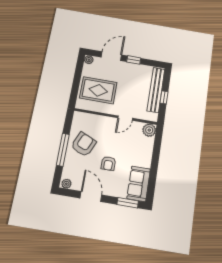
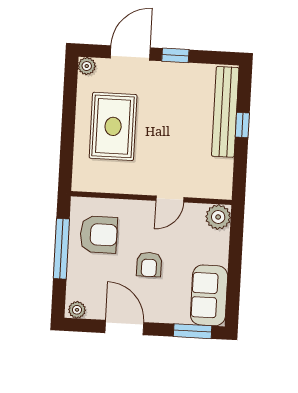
rug: (98, 90) -> (113, 126), turned 90
wall: (116, 116) -> (151, 198), moved
door: (125, 118) -> (170, 199), moved
plant: (149, 130) -> (218, 217), moved
armchair: (84, 144) -> (99, 235), turned 66

